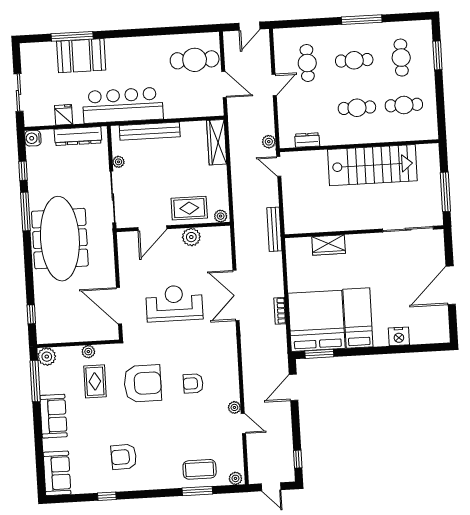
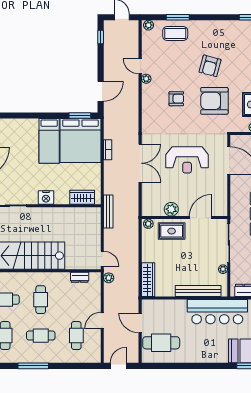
cafe table: (357, 108) -> (41, 300), turned 90
wardrobe: (329, 245) -> (82, 197), moved
nightstand: (399, 336) -> (46, 198), moved, turned 180
armchair: (124, 457) -> (210, 66), moved, turned 107

